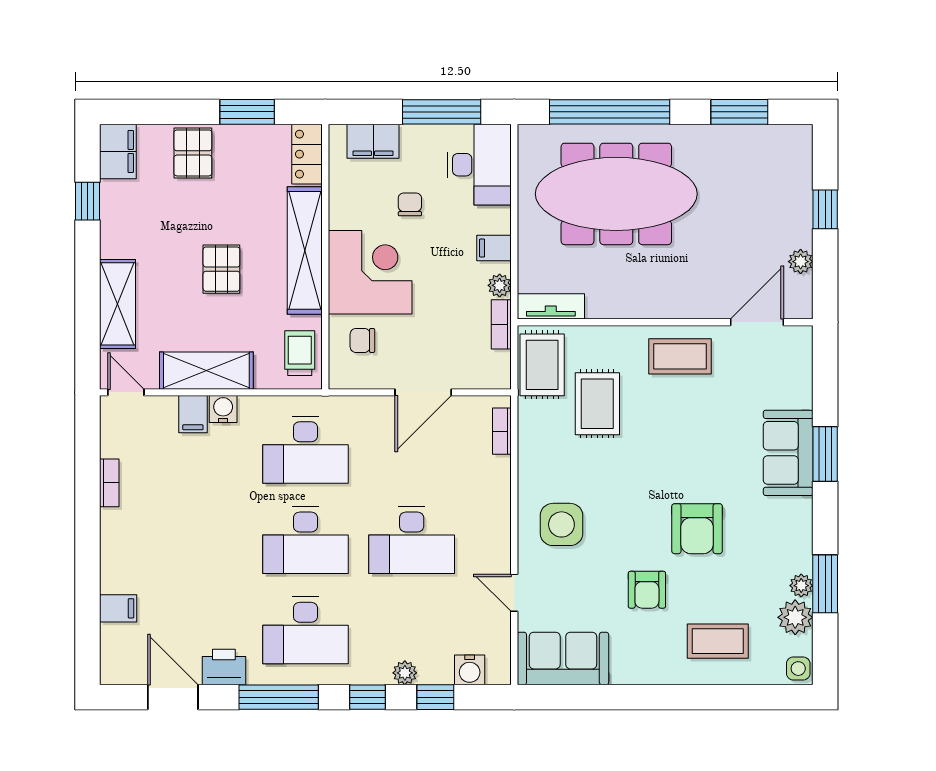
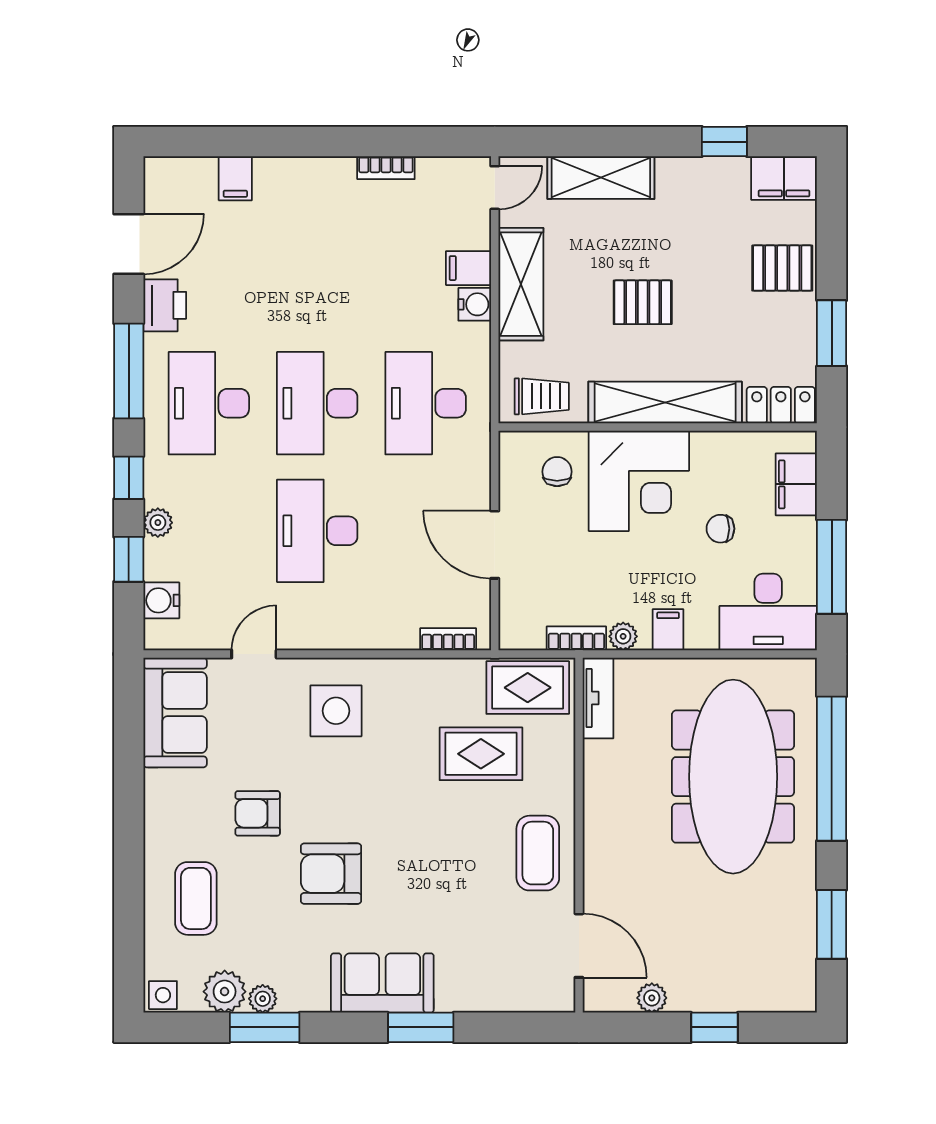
chair: (410, 204) -> (720, 529), turned 180
sofa: (788, 453) -> (382, 983), moved

